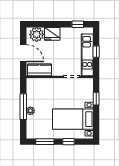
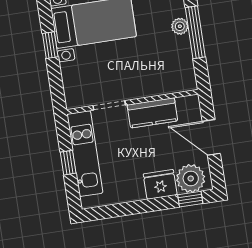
window: (78, 24) -> (190, 199), moved
kitchen counter: (39, 70) -> (152, 113), moved
window: (96, 99) -> (50, 45), moved

